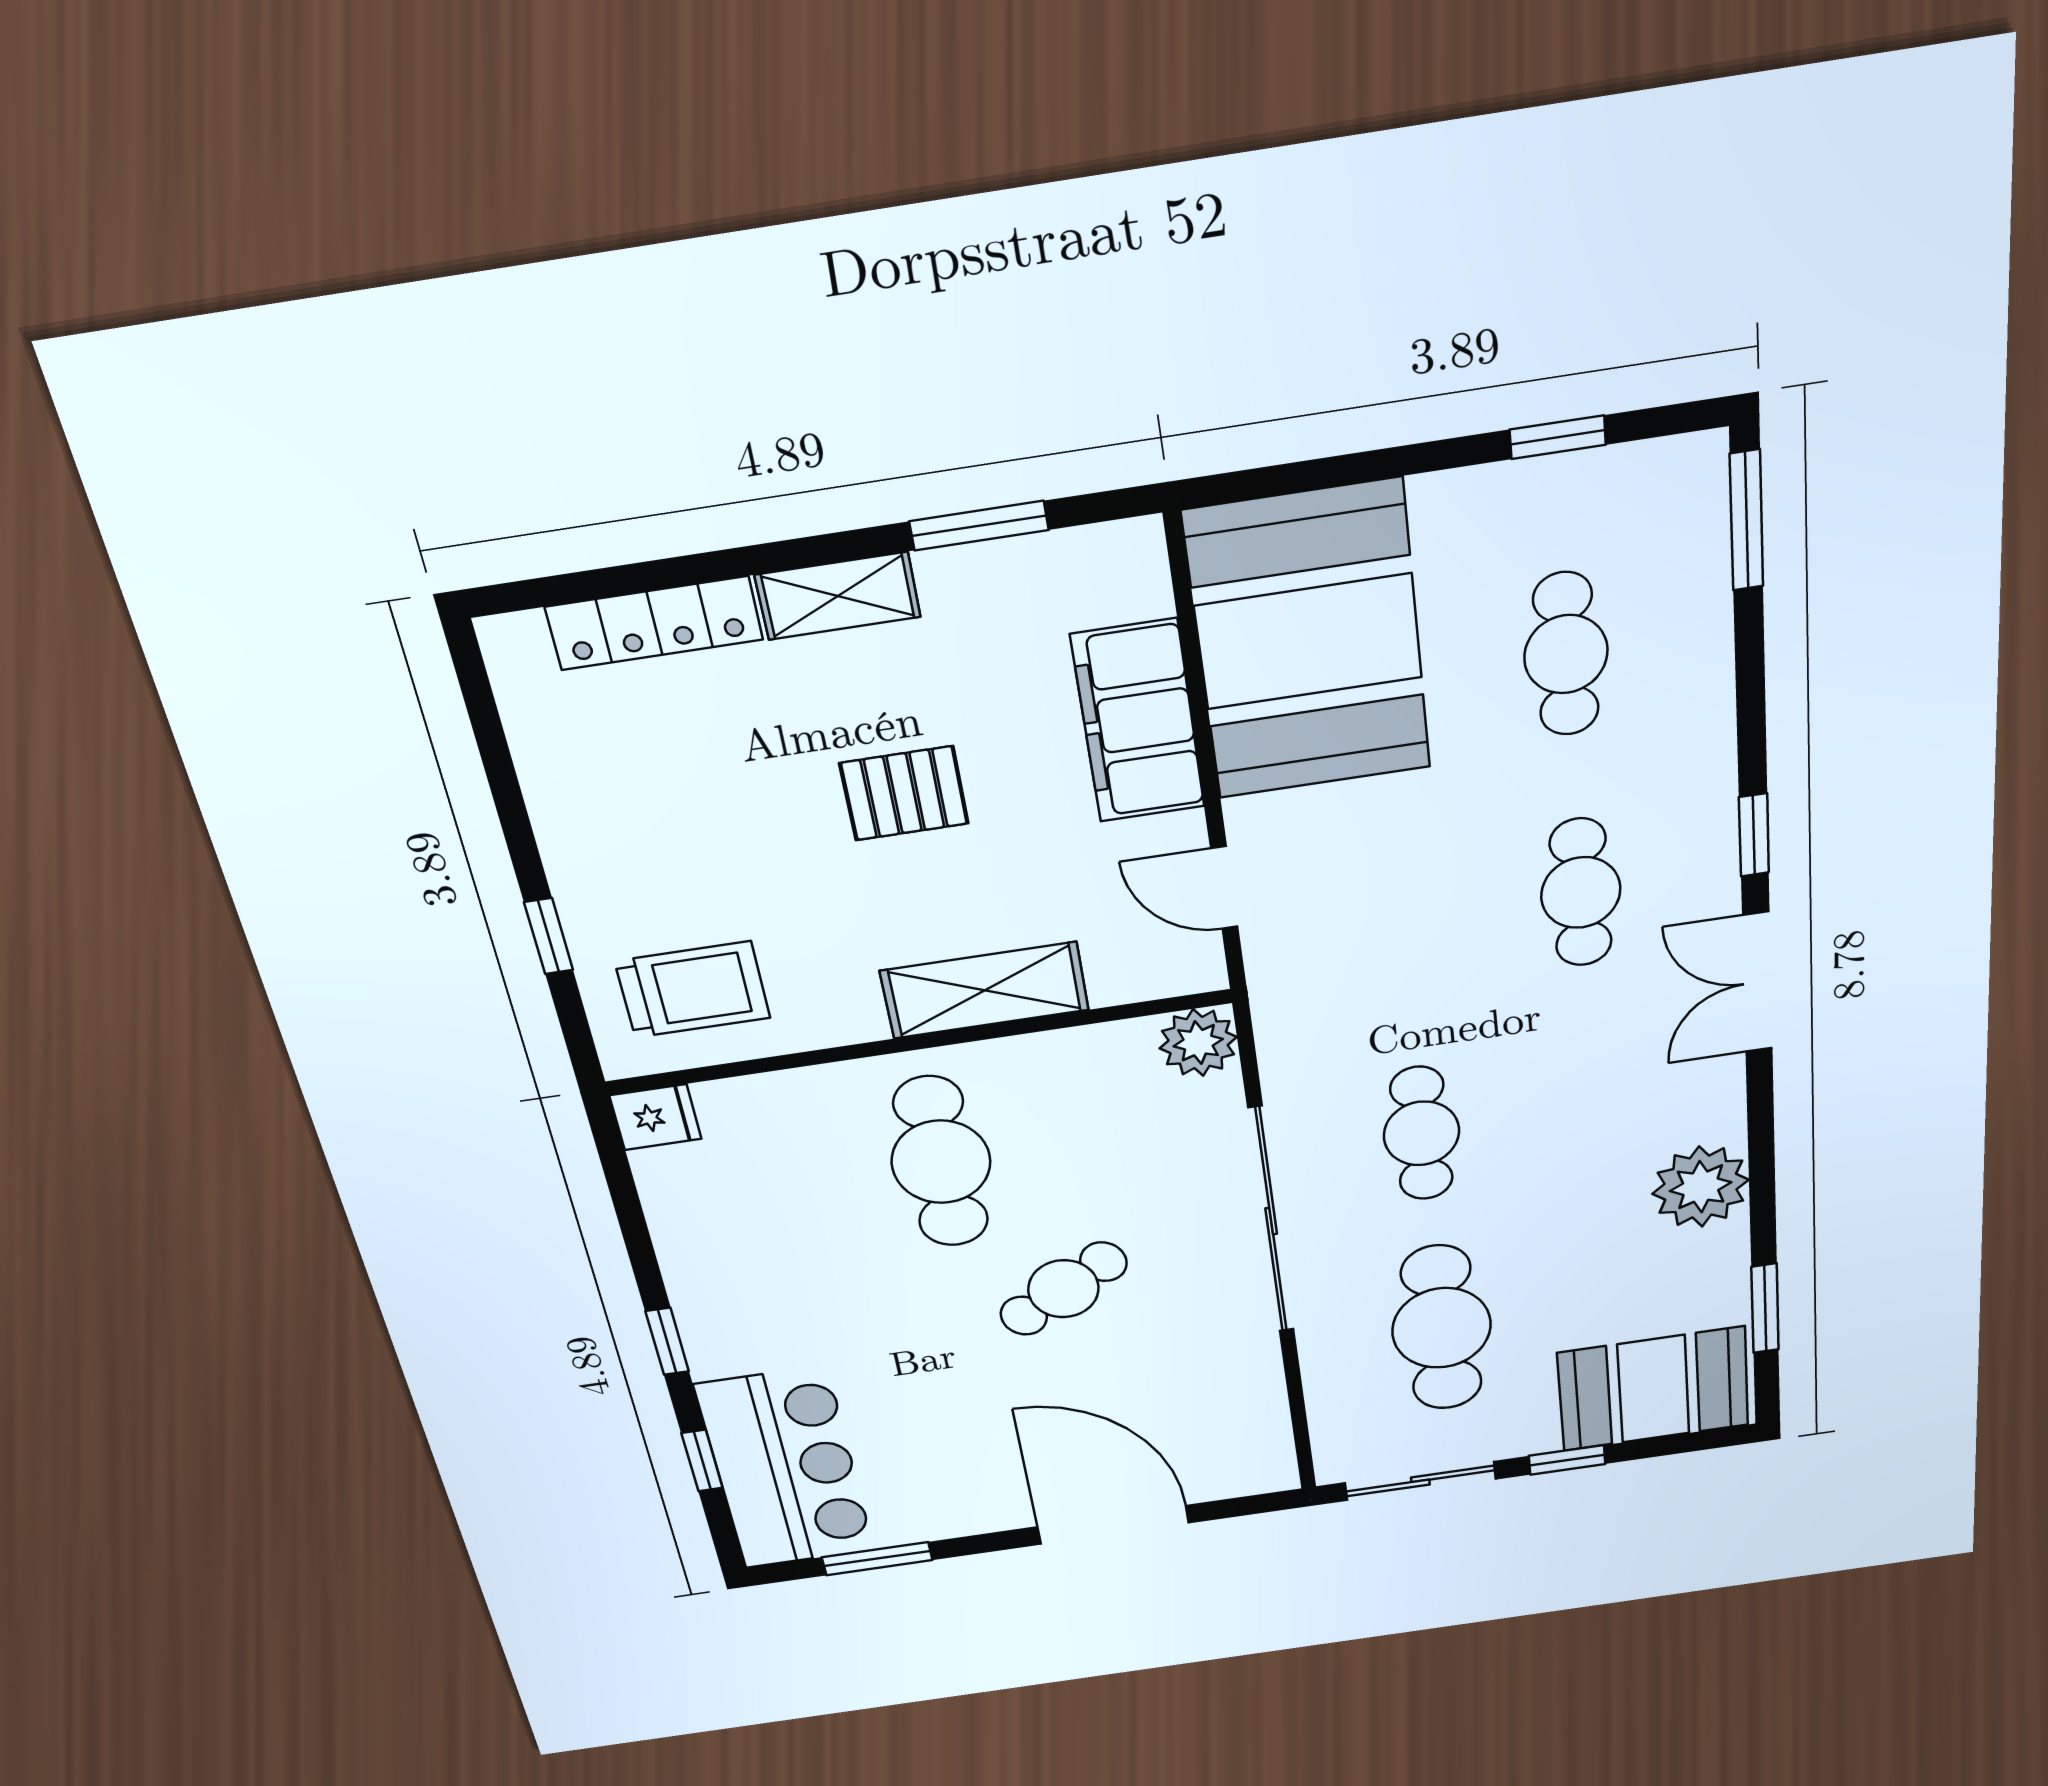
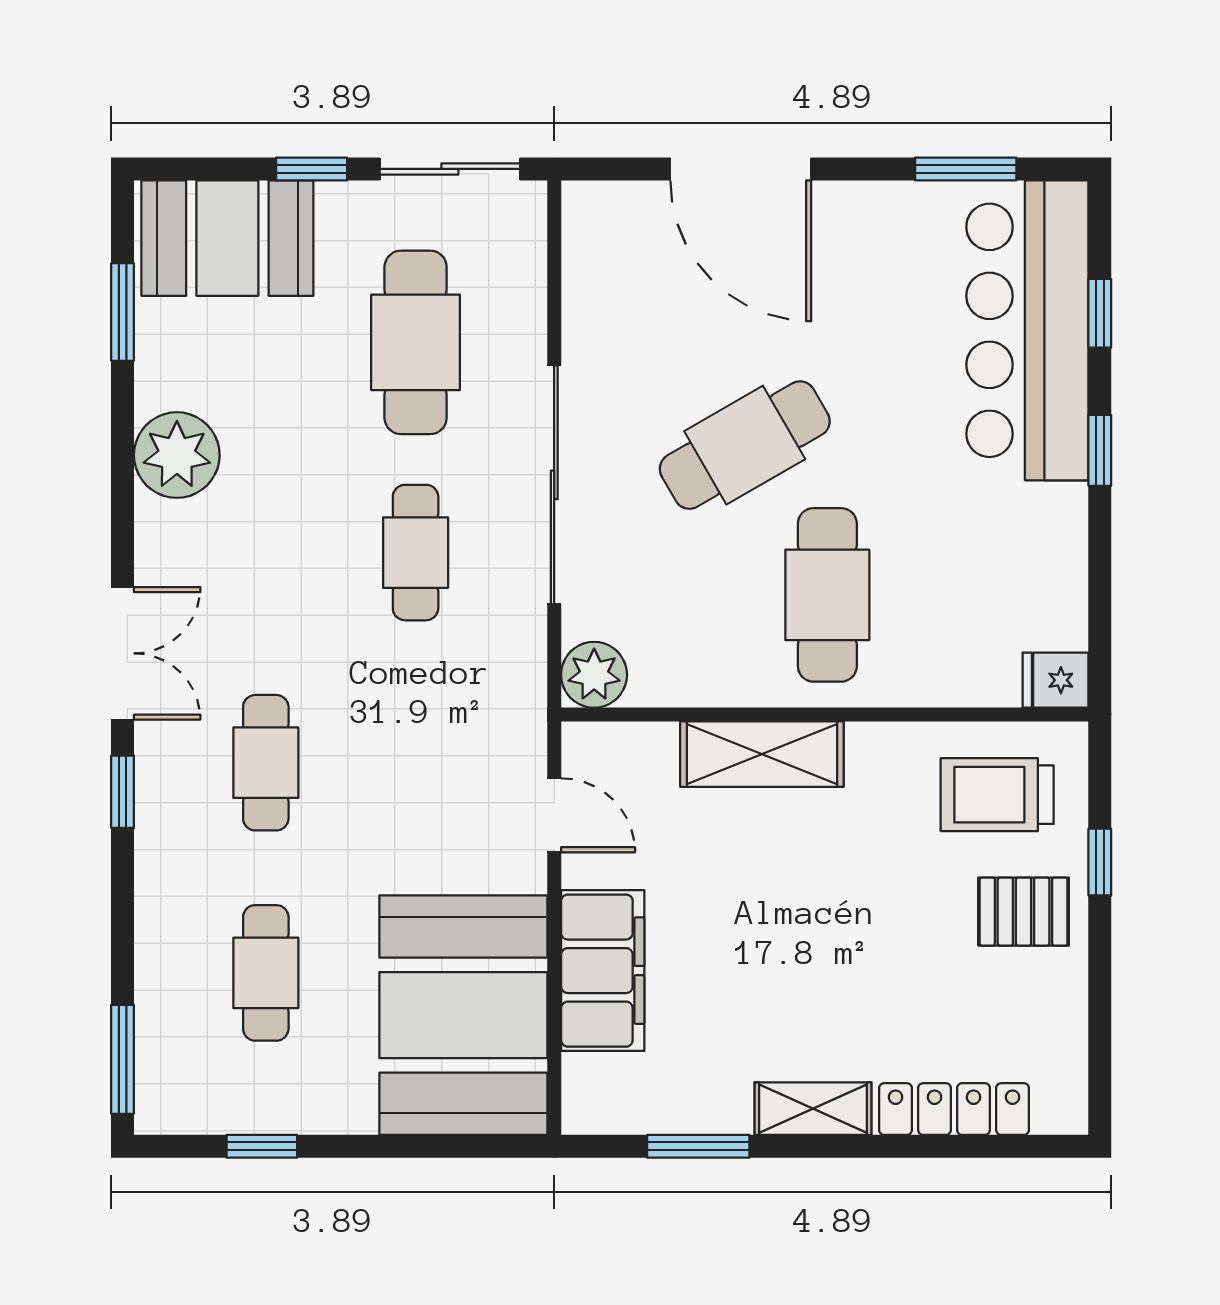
pallet: (904, 793) -> (1024, 912), moved
cafe table: (1063, 1289) -> (745, 445), width x1.37, depth x1.35
bar counter: (786, 1469) -> (1027, 330), width x1.36

